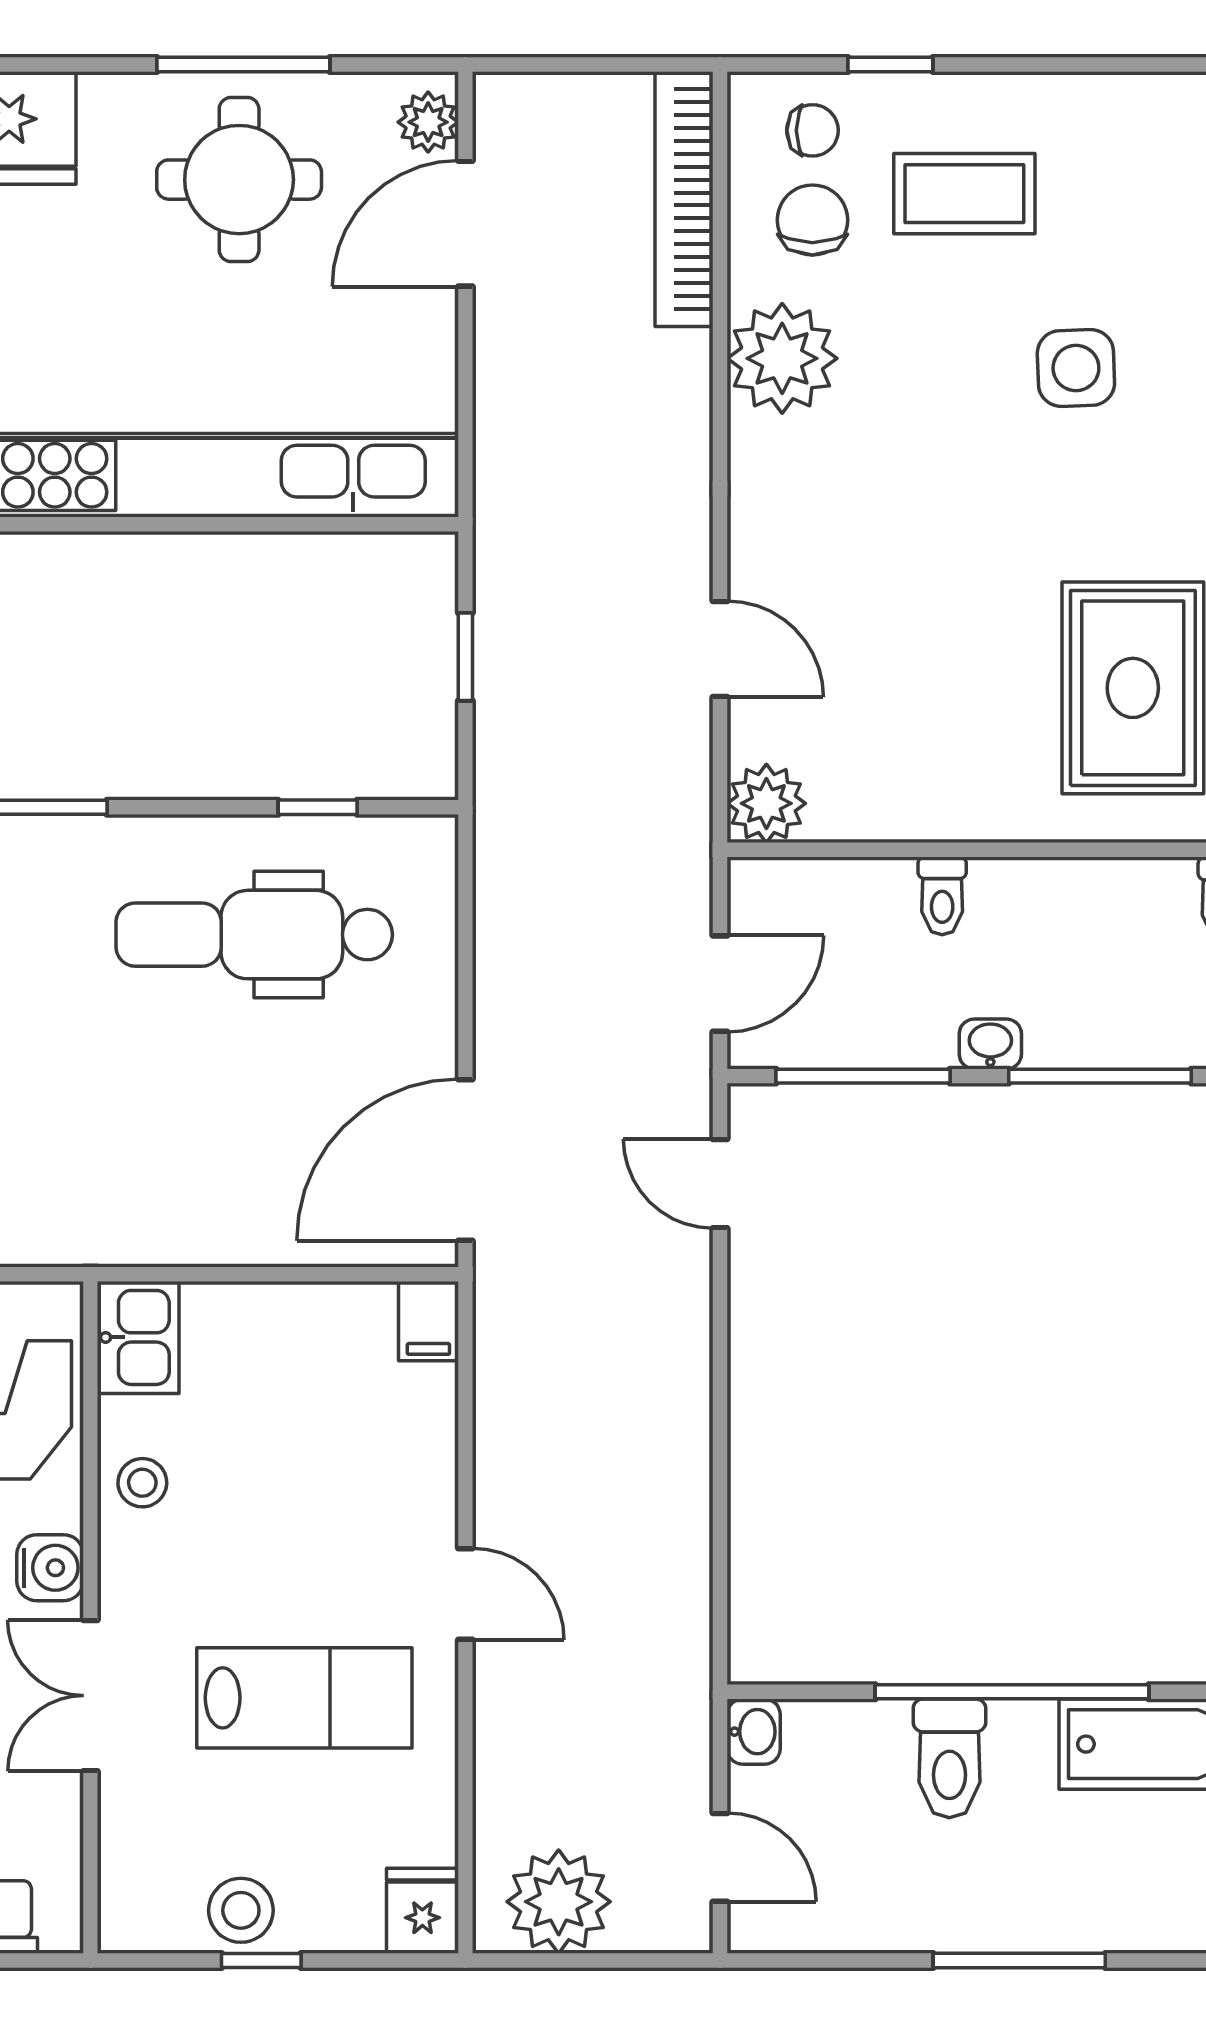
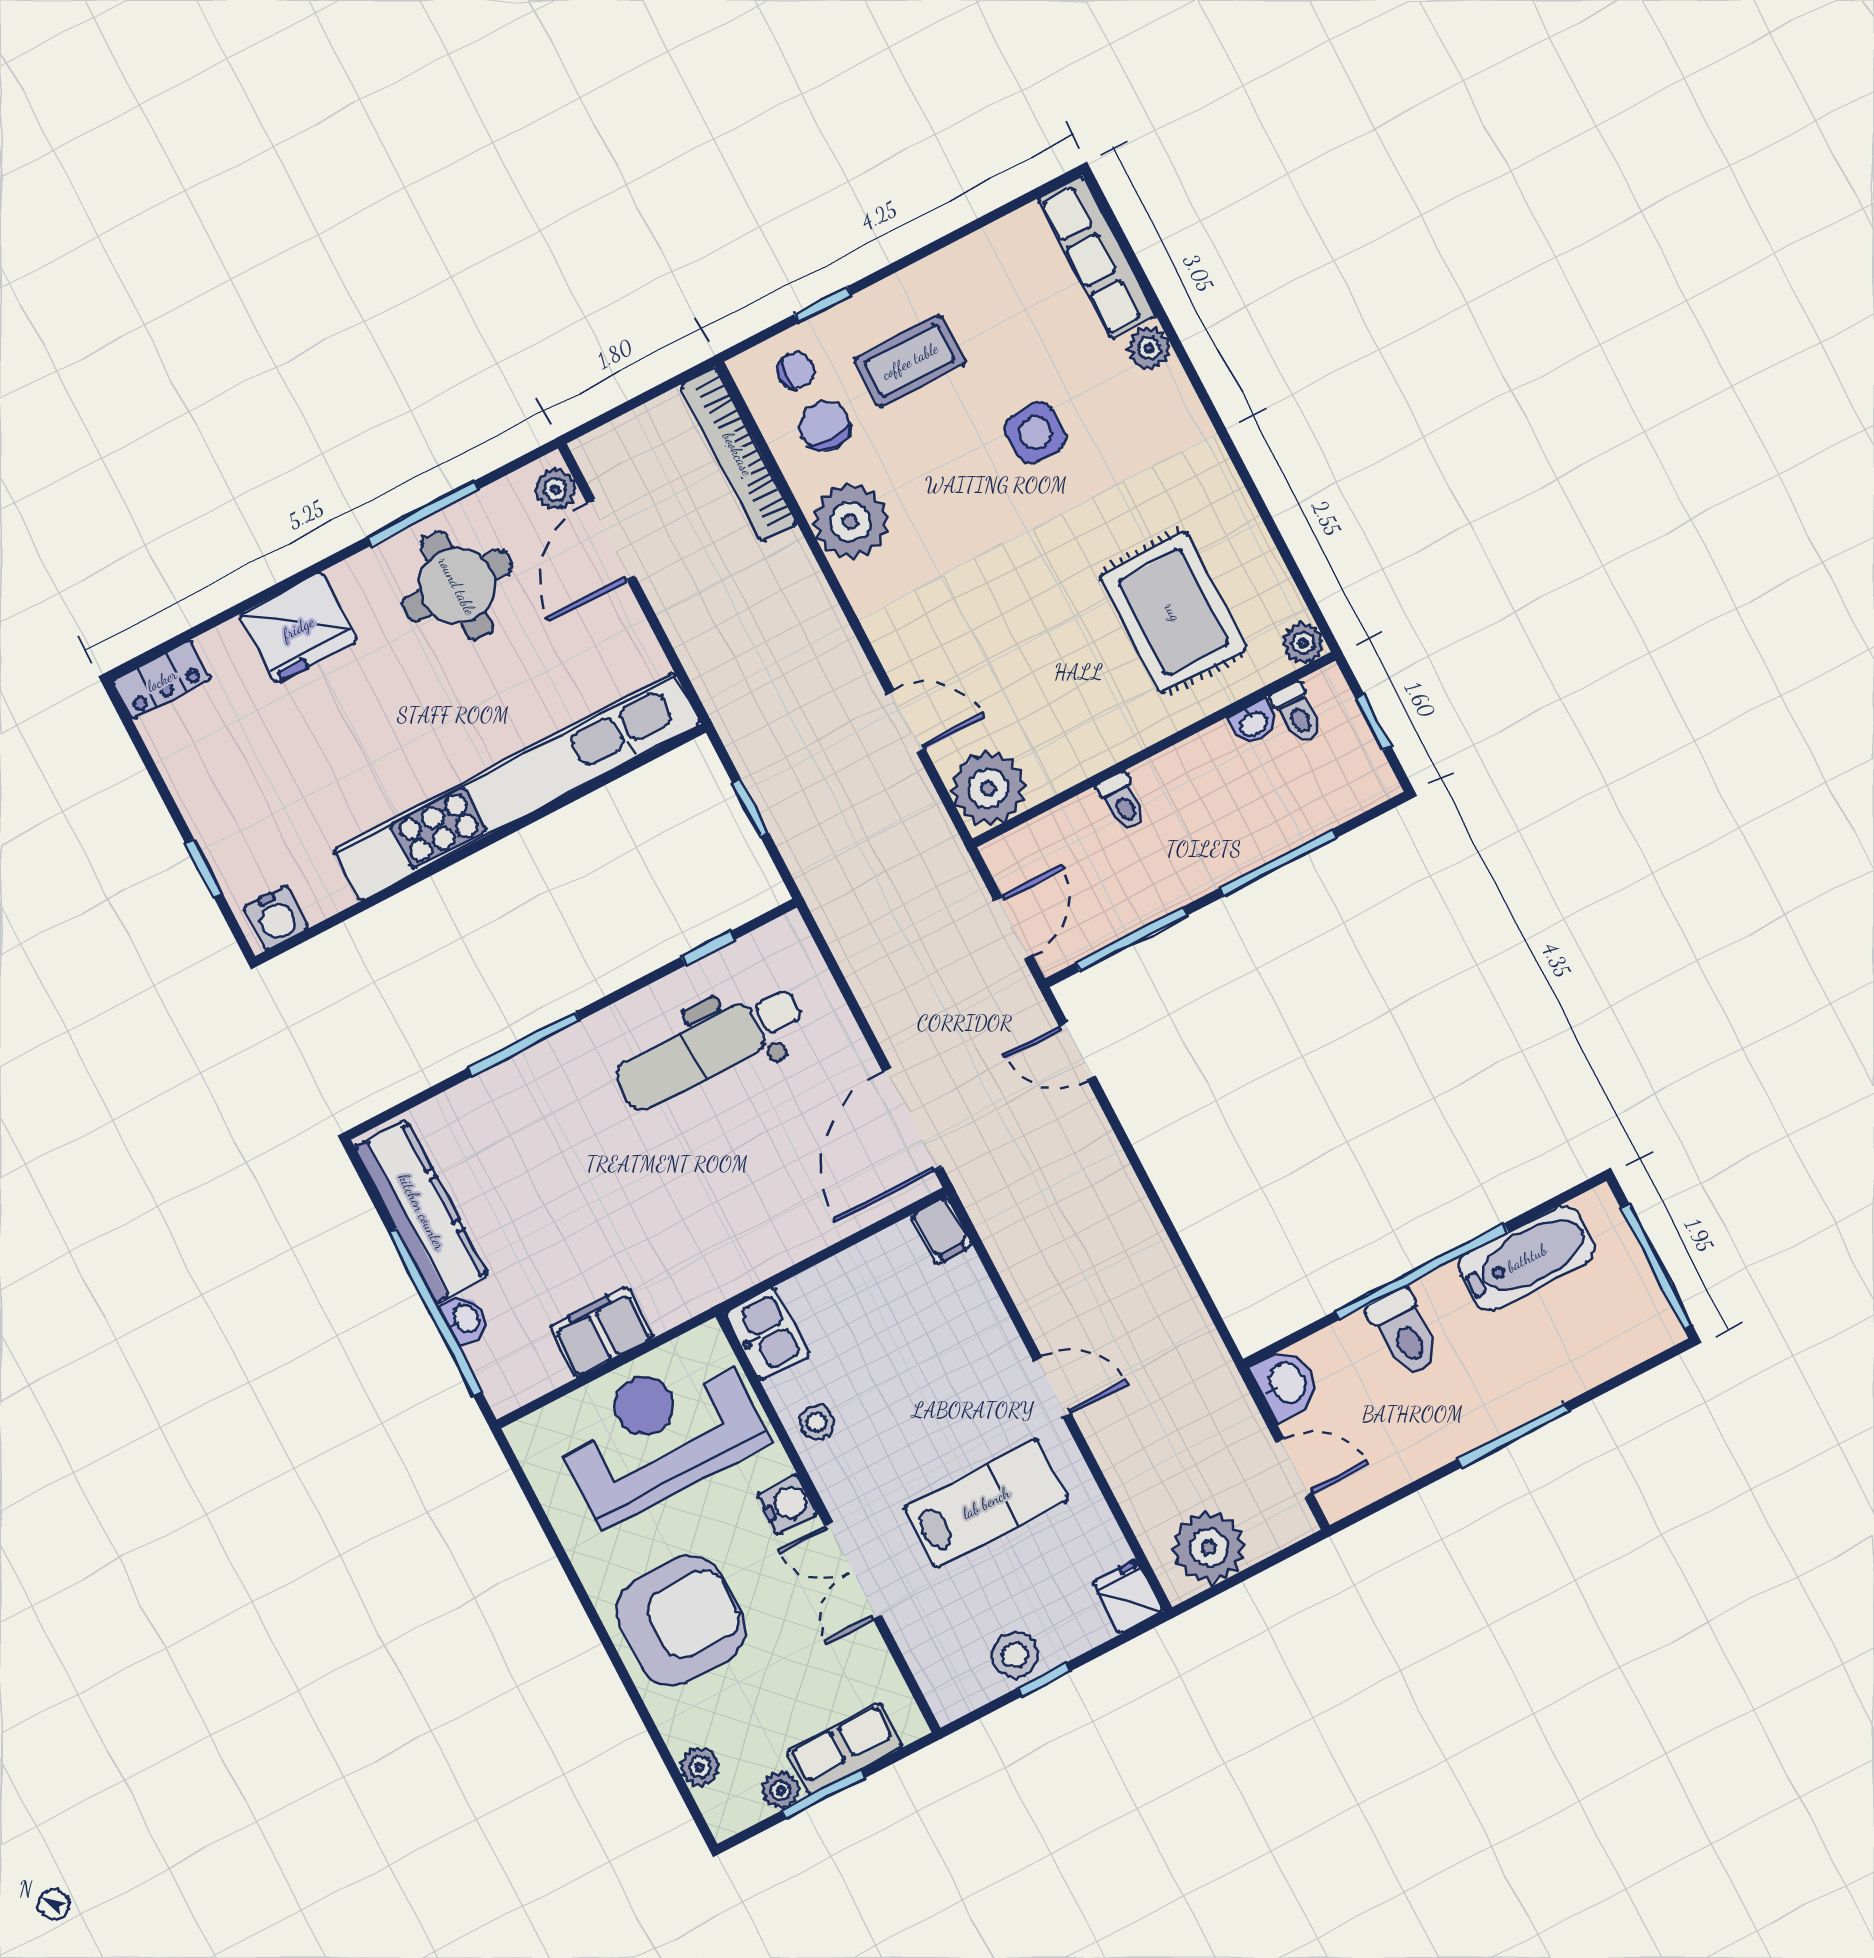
plant: (766, 803) -> (988, 788), width x1.36, depth x1.36
washbasin: (990, 1044) -> (1253, 723), moved, turned 180
washbasin: (754, 1732) -> (1286, 1383), width x1.38, depth x1.45

